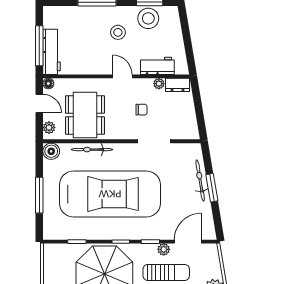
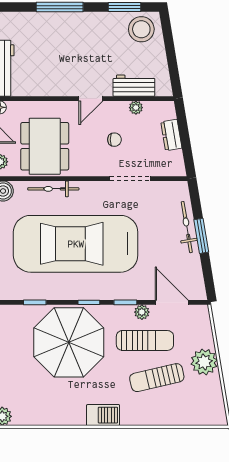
stool: (148, 18) -> (141, 29), moved
stool: (118, 32) -> (85, 44), removed
door: (122, 76) -> (91, 99), swing flipped
dresser: (177, 85) -> (171, 135), moved, turned 81
car: (110, 194) -> (76, 244), turned 180
door: (188, 242) -> (172, 302), hinge flipped

